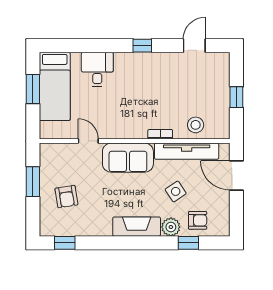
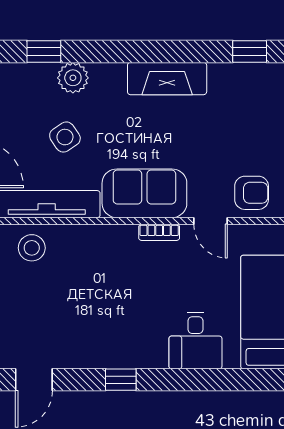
bookcase: (160, 134) -> (159, 232), moved
armchair: (66, 197) -> (252, 193), moved, turned 99
armchair: (198, 220) -> (28, 89), removed
fireplace: (137, 227) -> (167, 79), moved

